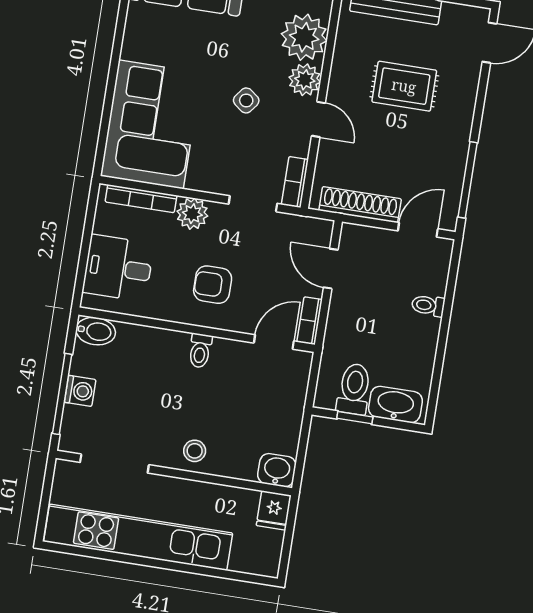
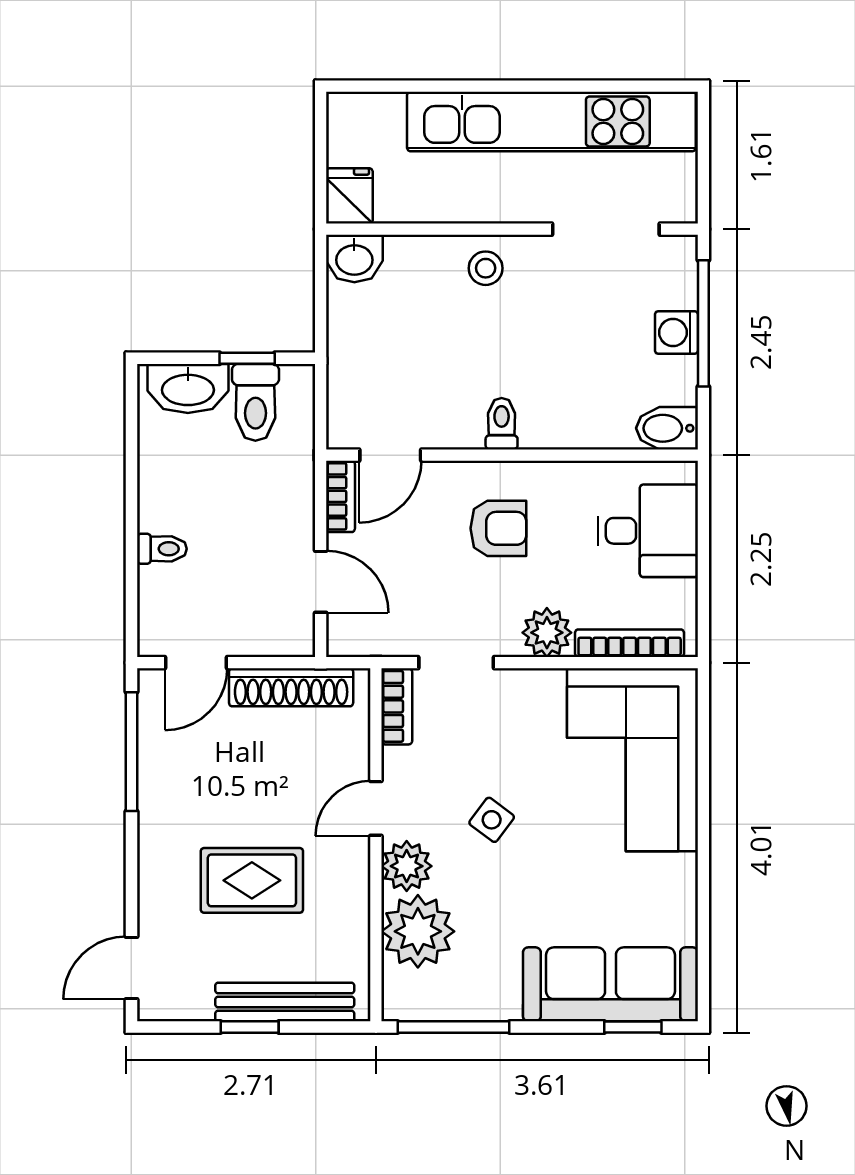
door: (318, 119) -> (376, 808), hinge flipped

